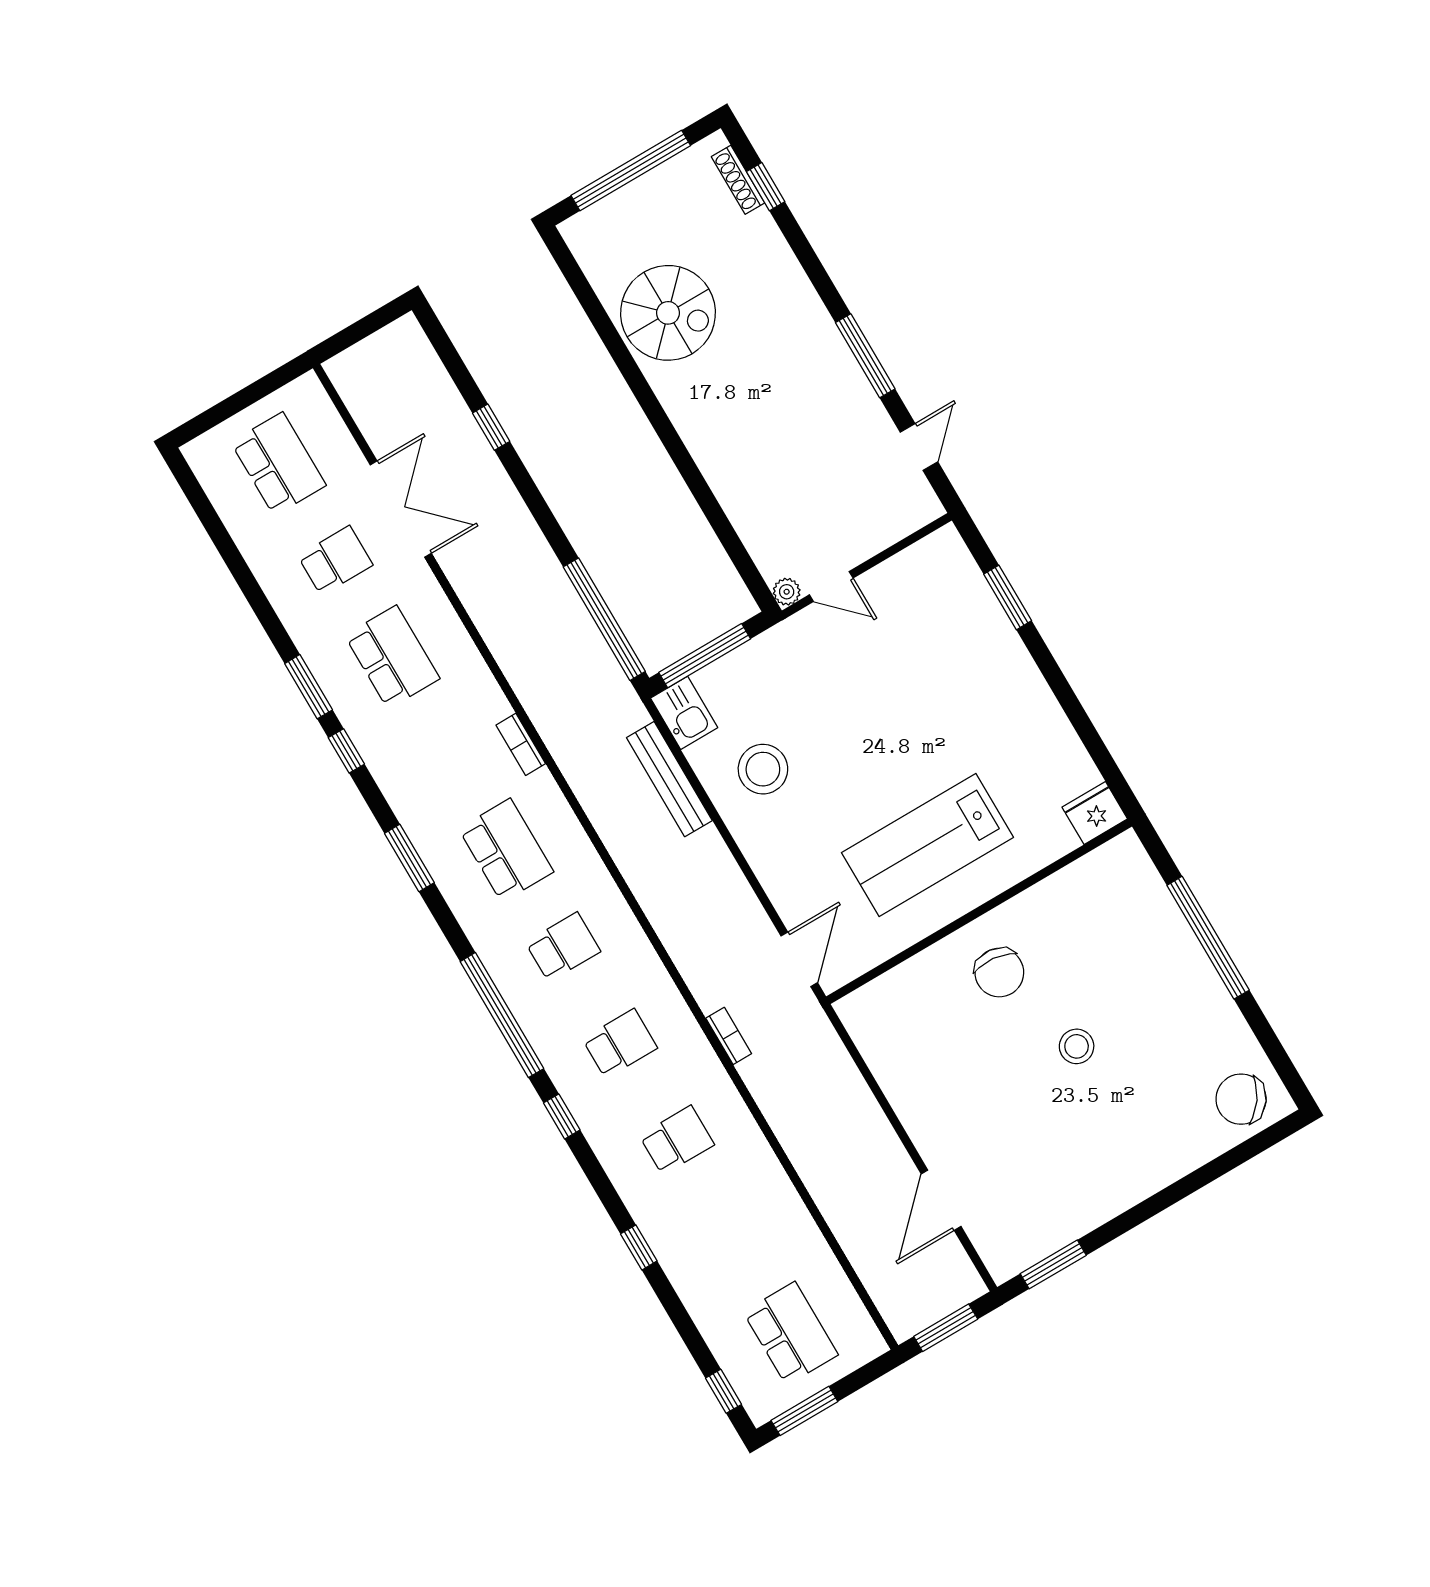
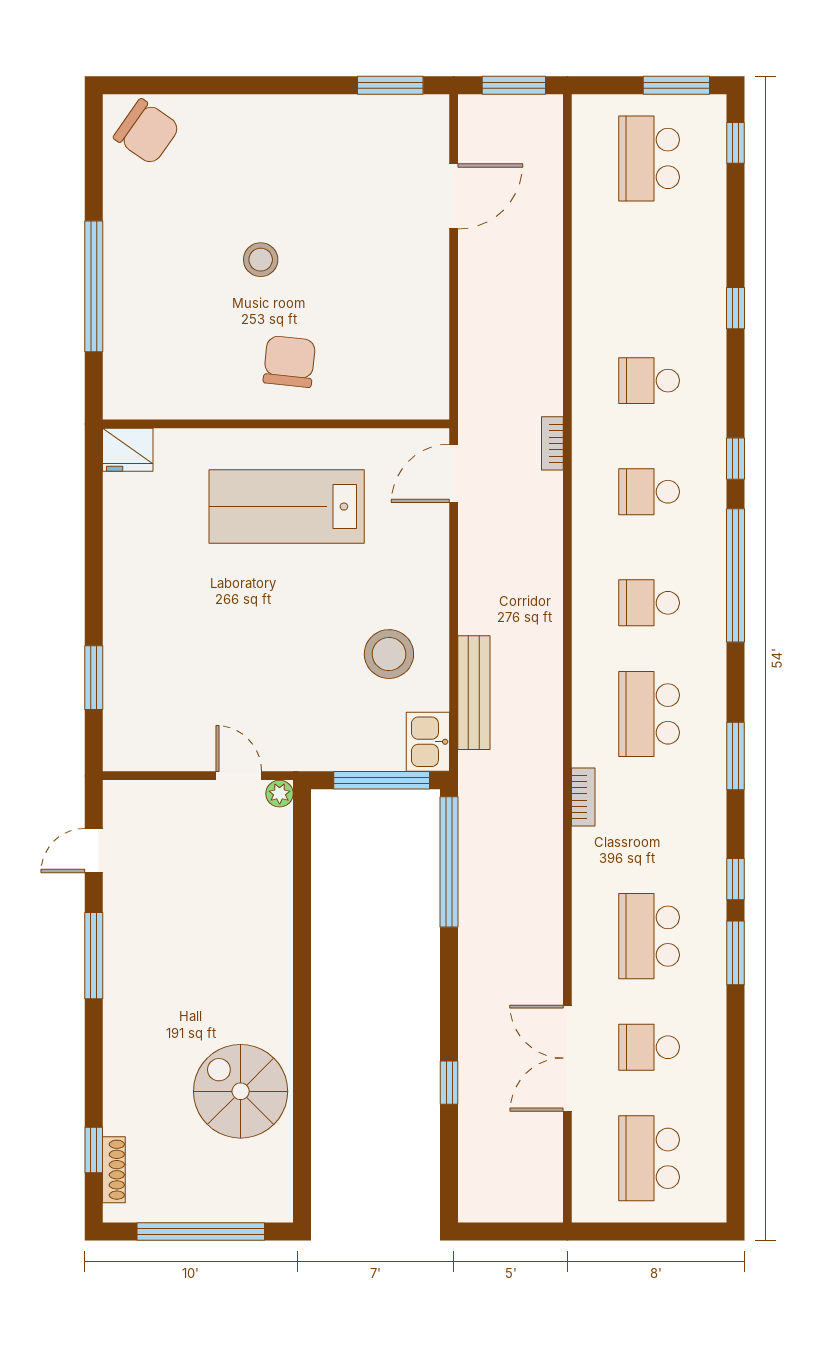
lab bench: (927, 845) -> (287, 507), turned 180

